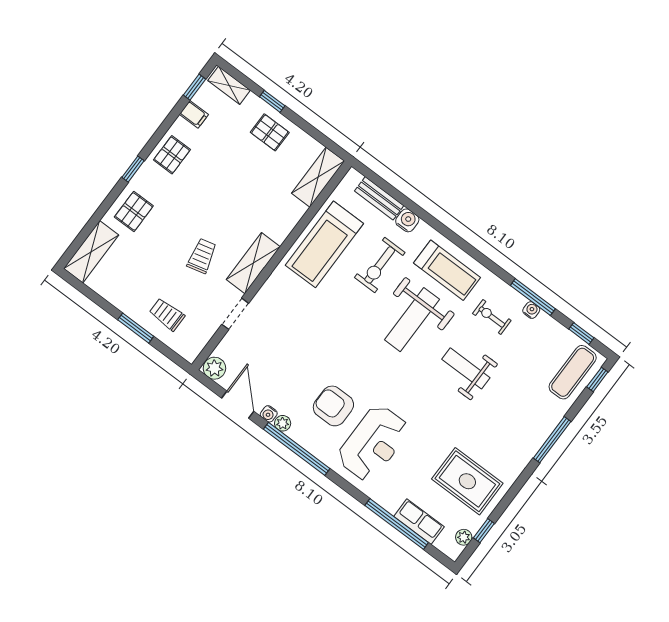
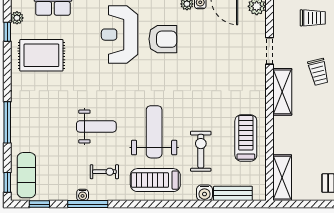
treadmill: (324, 244) -> (246, 138), width x0.73, depth x0.73

